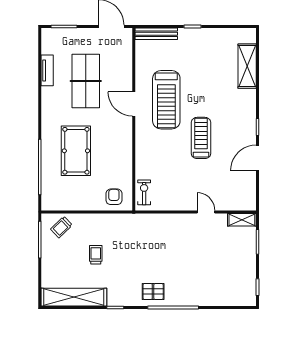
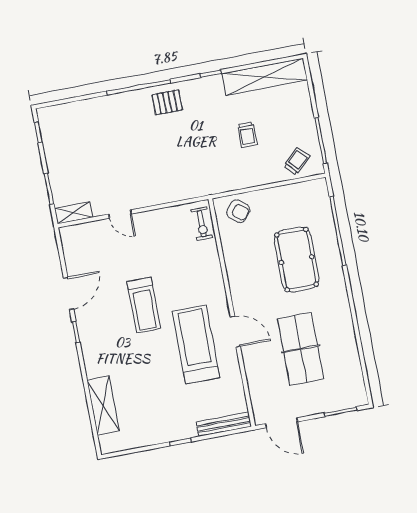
tv unit: (47, 70) -> (351, 353), removed
armchair: (114, 197) -> (238, 211), turned -51

